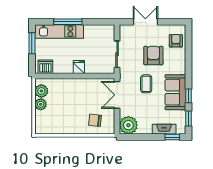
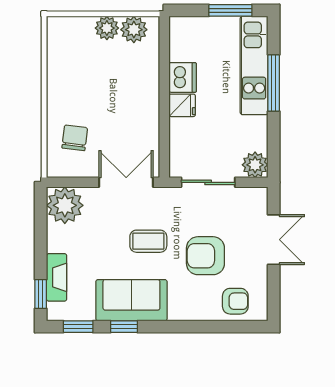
plant: (108, 31) -> (255, 165), added
armchair: (153, 56) -> (205, 256), turned 180
dishwasher: (45, 67) -> (183, 77), moved

